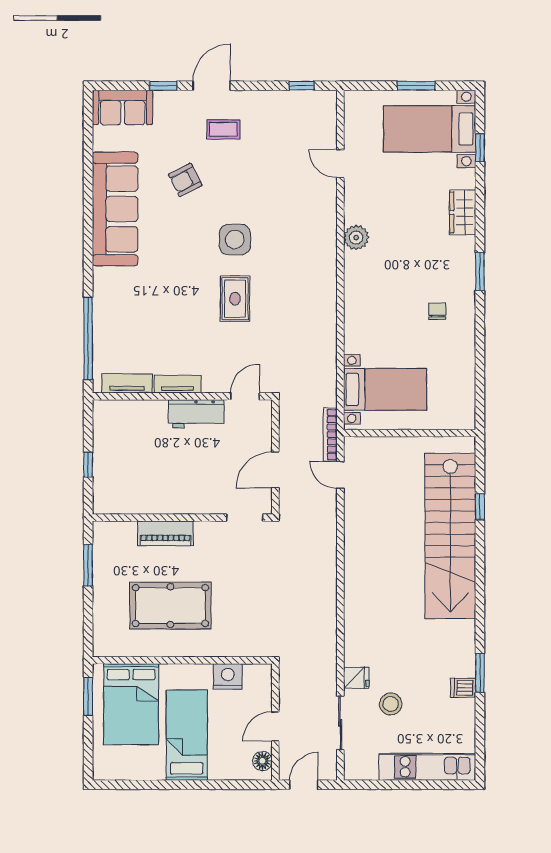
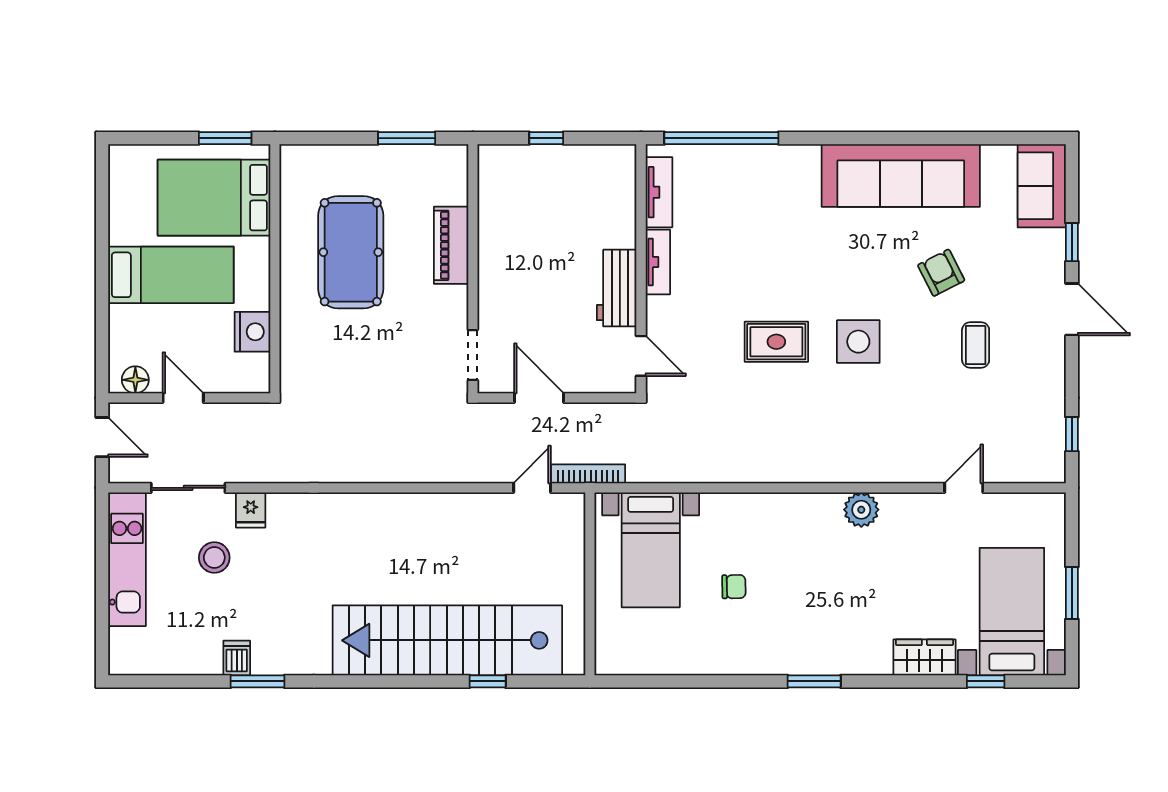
coffee table: (223, 129) -> (976, 345), moved
wardrobe: (463, 212) -> (924, 657), moved
chair: (437, 311) -> (734, 587), moved
kitchen unit: (427, 767) -> (127, 559), moved

